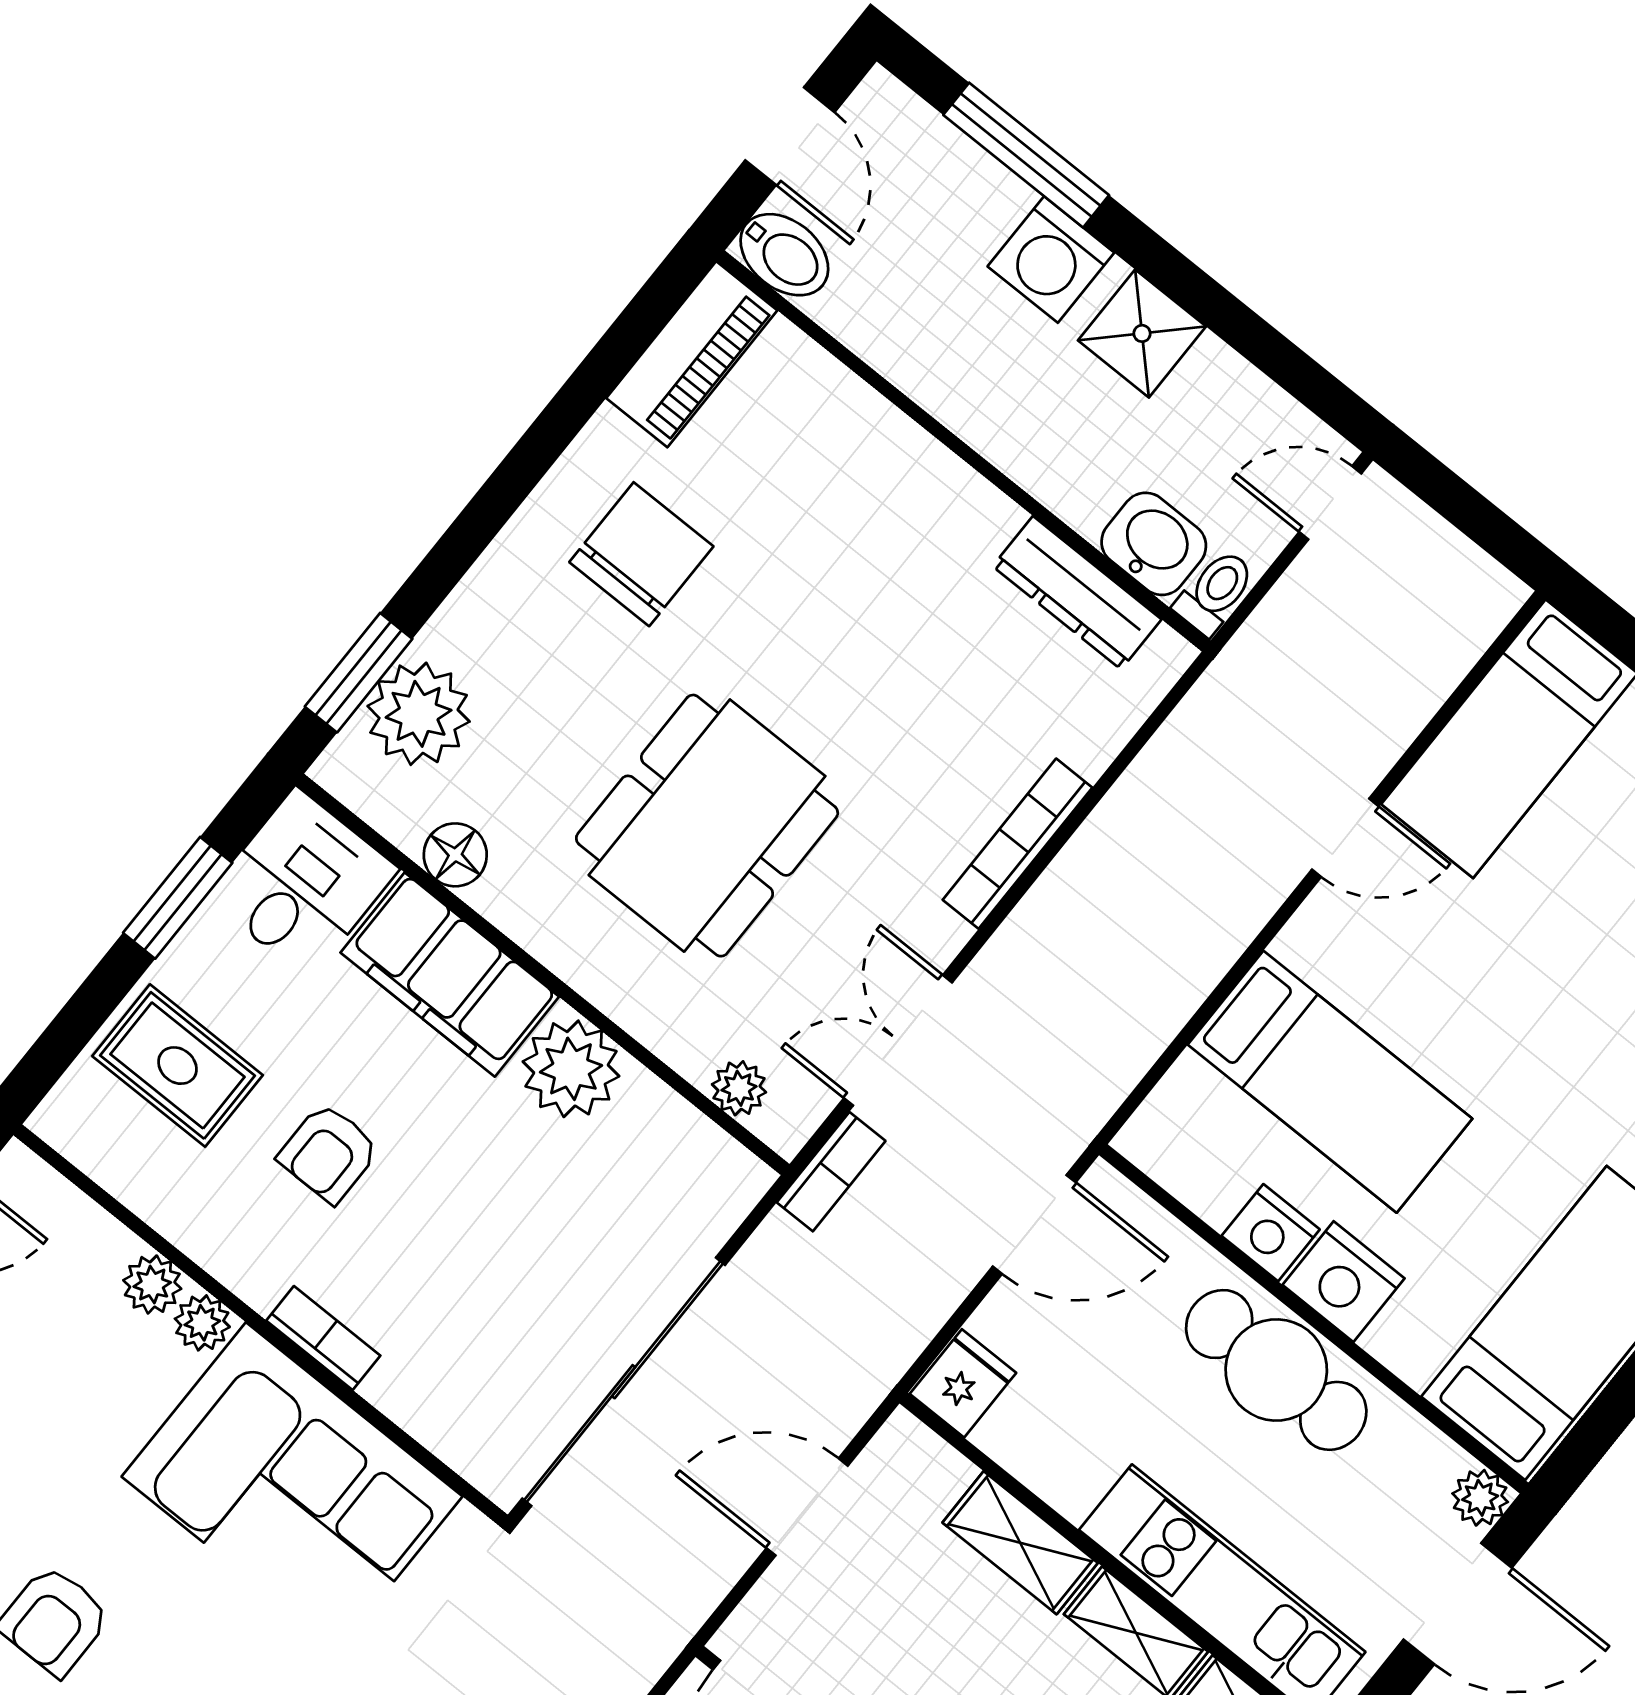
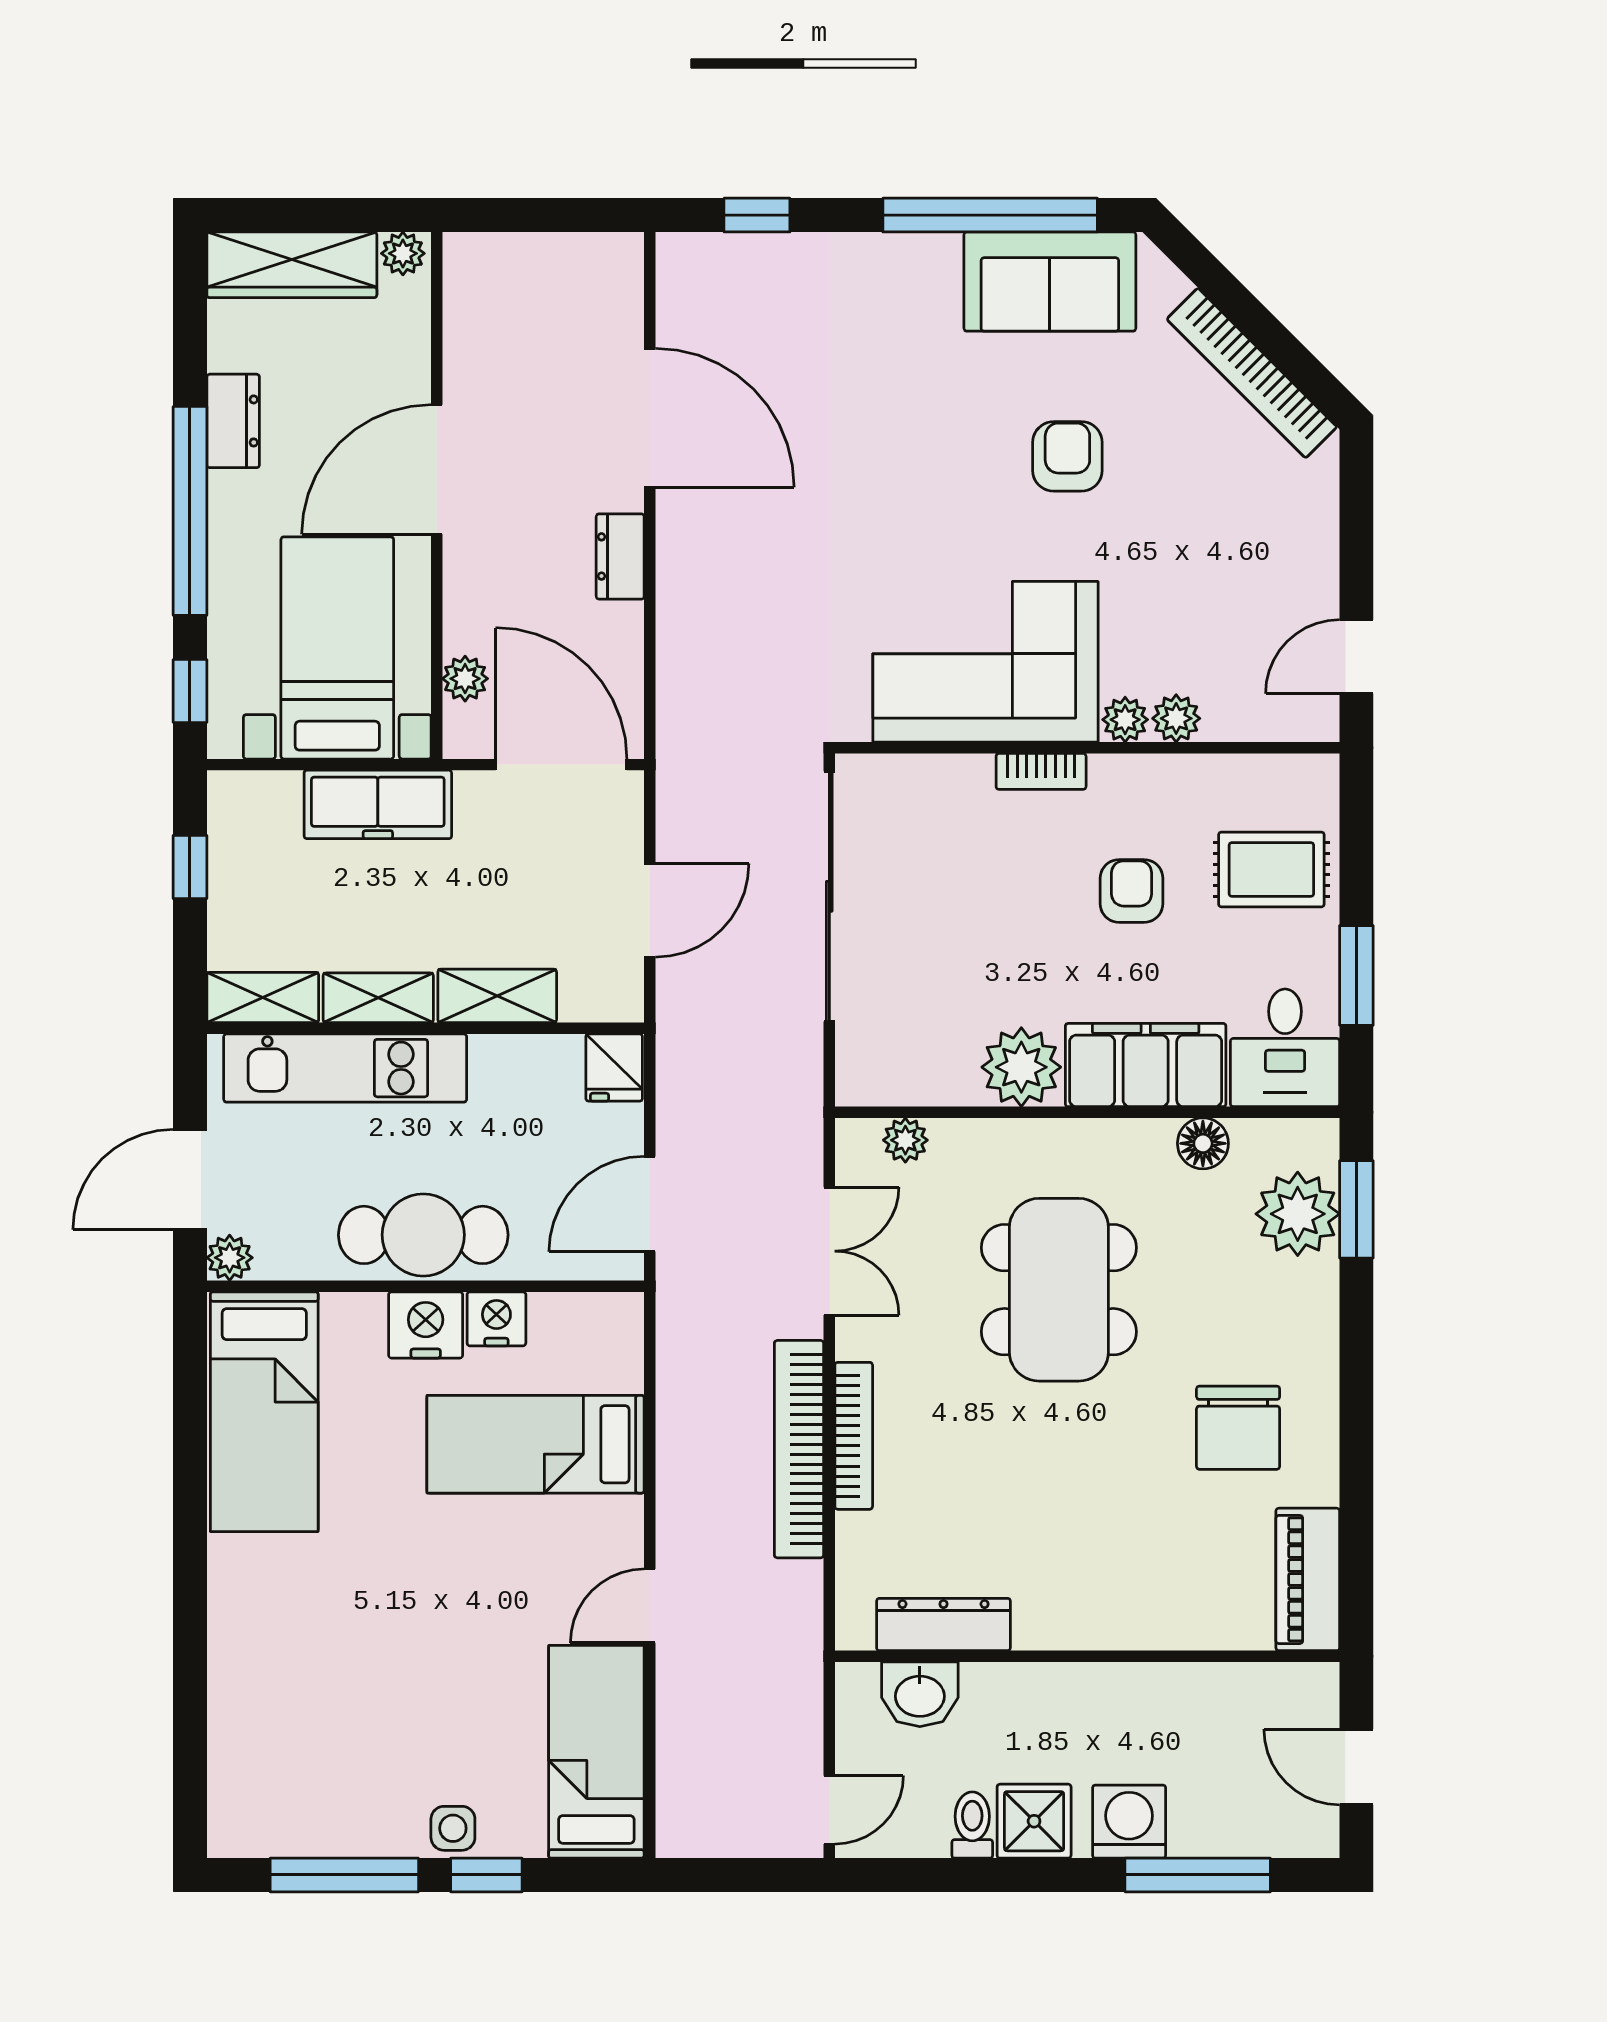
bidet: (784, 255) -> (1300, 1689), removed
toilet: (1215, 592) -> (972, 1825), moved, turned 180
bookcase: (831, 1172) -> (799, 1449), moved, width x2.31, depth x1.31

